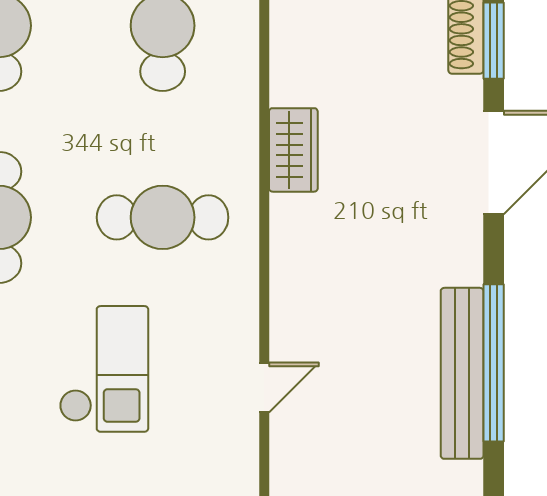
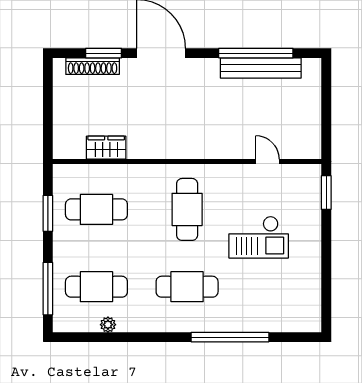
wardrobe: (293, 150) -> (106, 148), moved
checkout: (104, 369) -> (259, 237), turned 180

